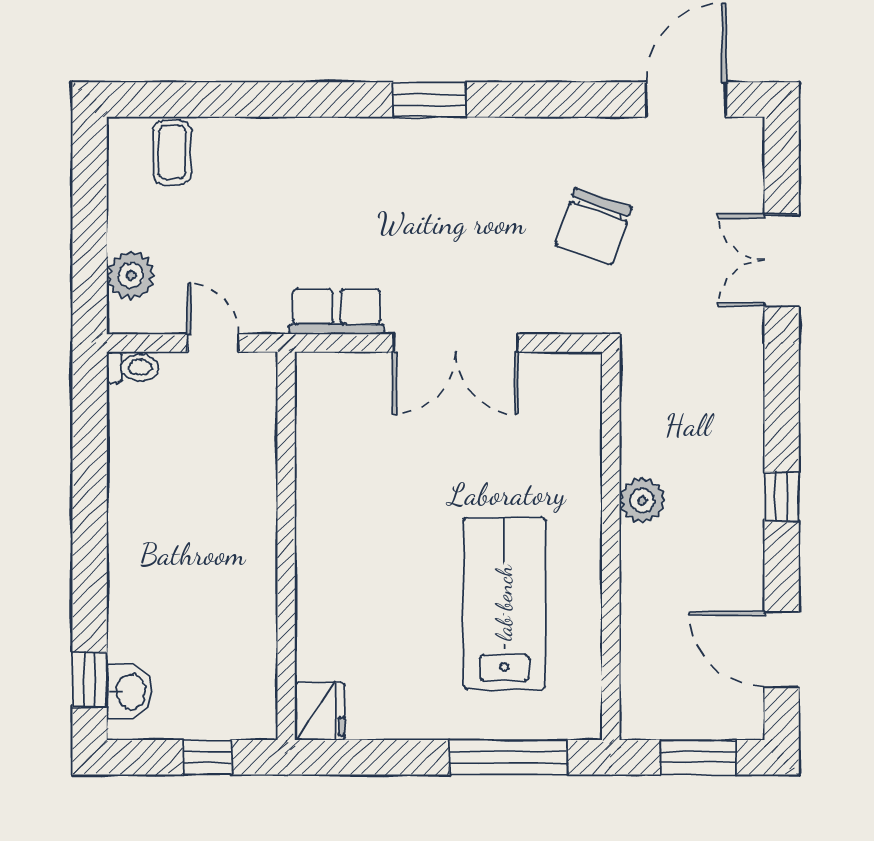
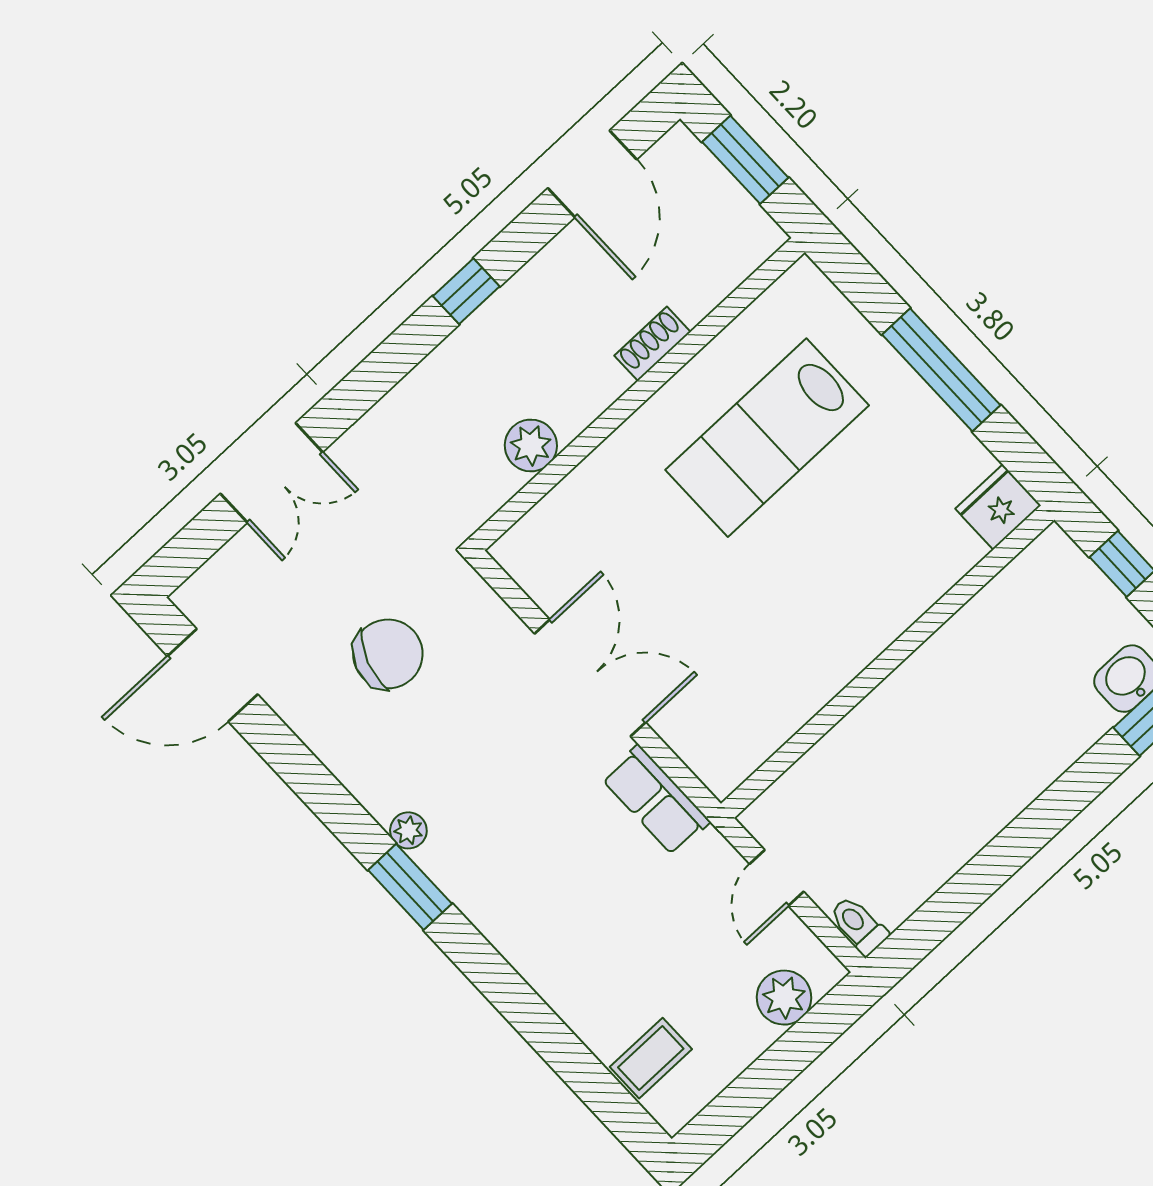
plant: (467, 133) -> (408, 830), added
plant: (642, 500) -> (531, 445), moved
shoe rack: (635, 586) -> (652, 344), added
window: (508, 757) -> (941, 370), moved

